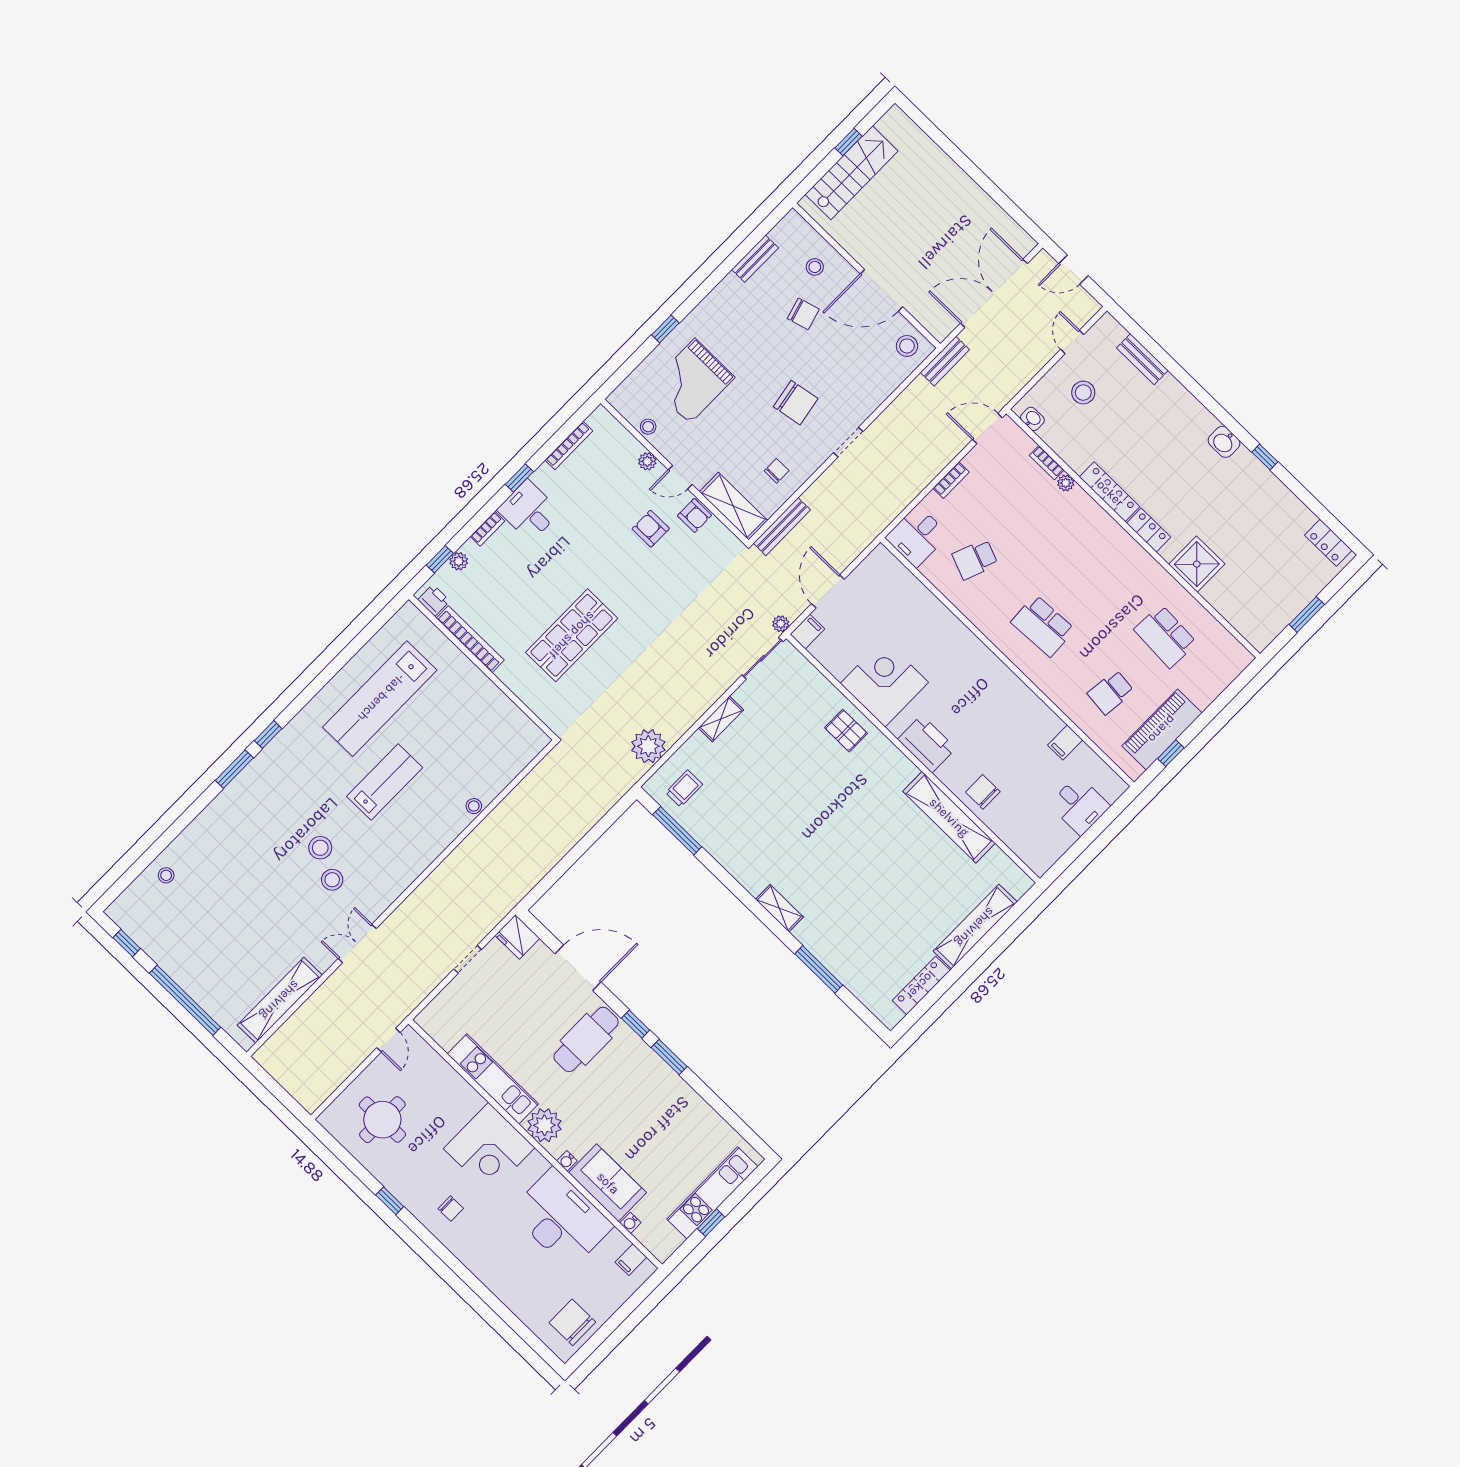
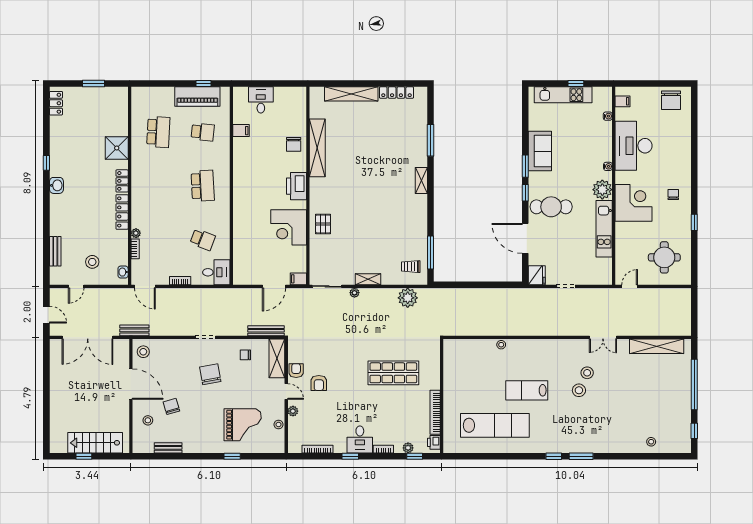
plant: (781, 624) -> (354, 293), moved
sofa: (608, 1183) -> (540, 151), moved, turned 180

